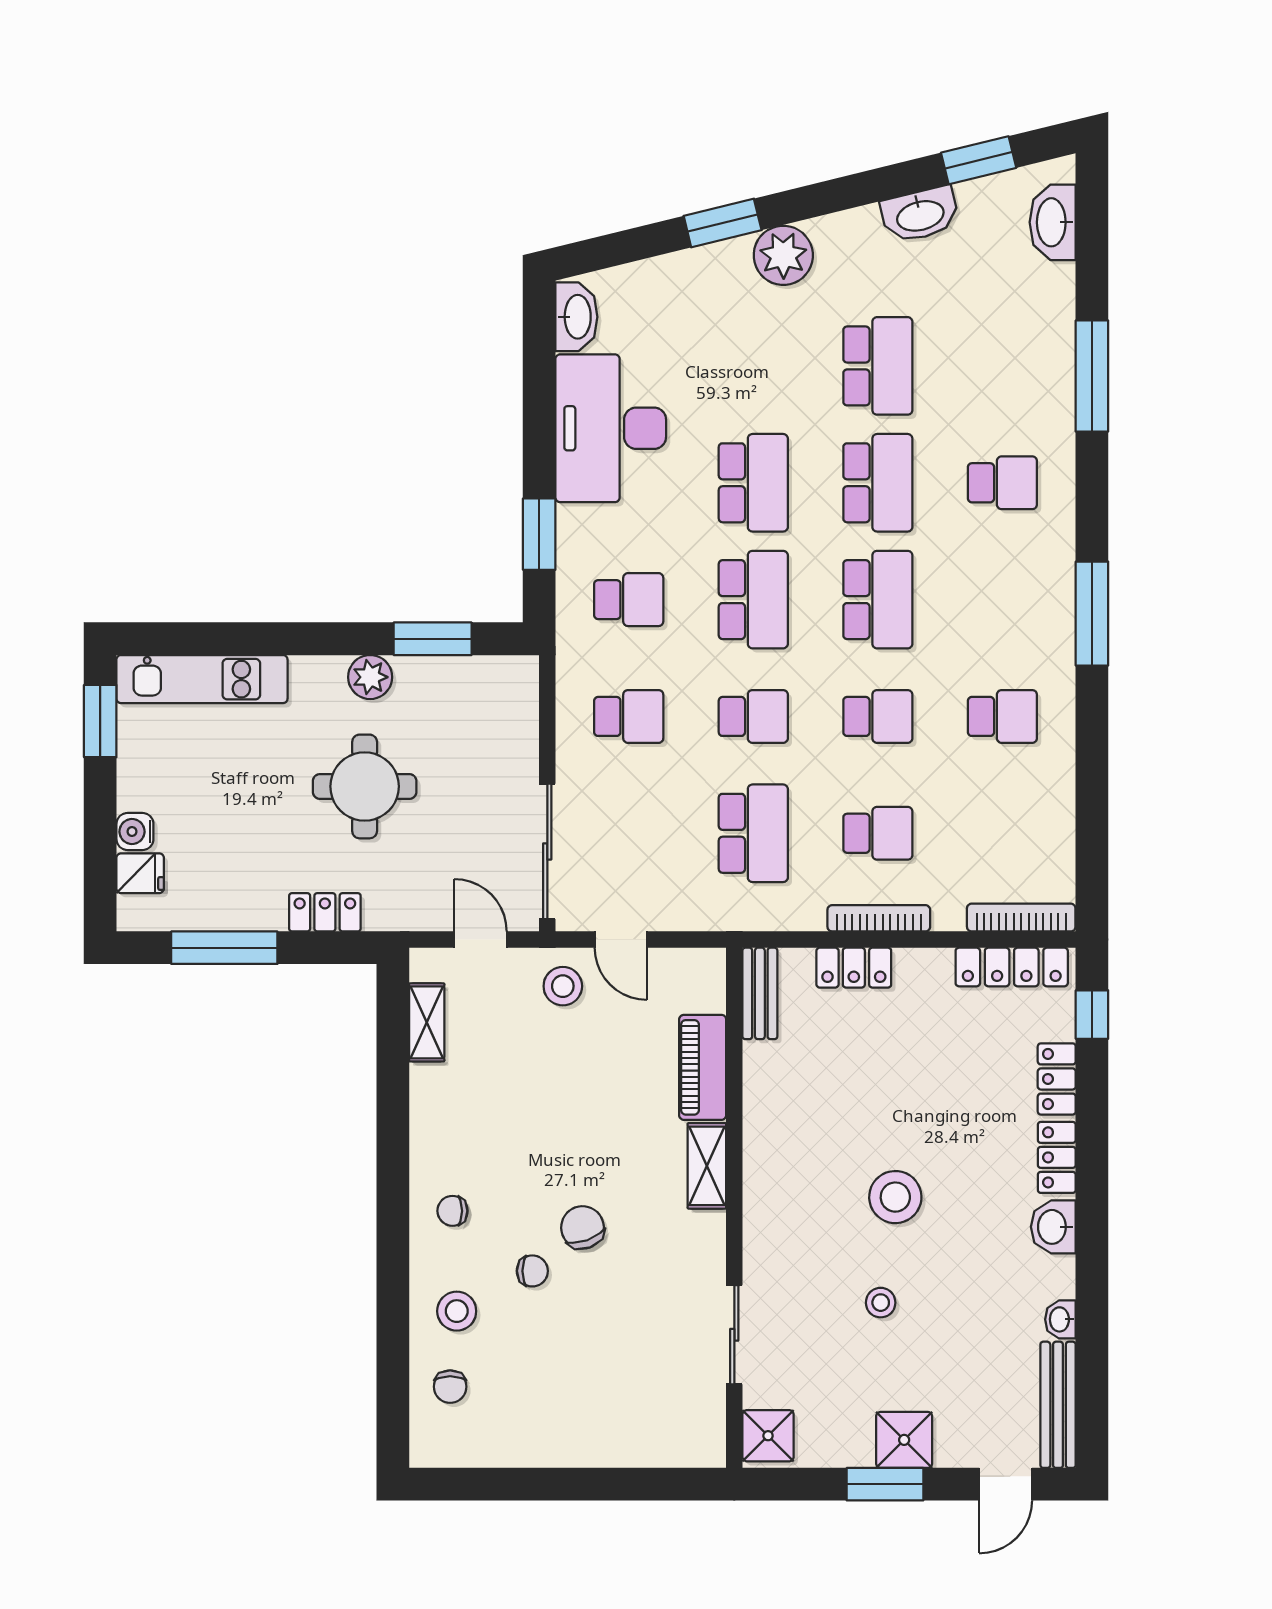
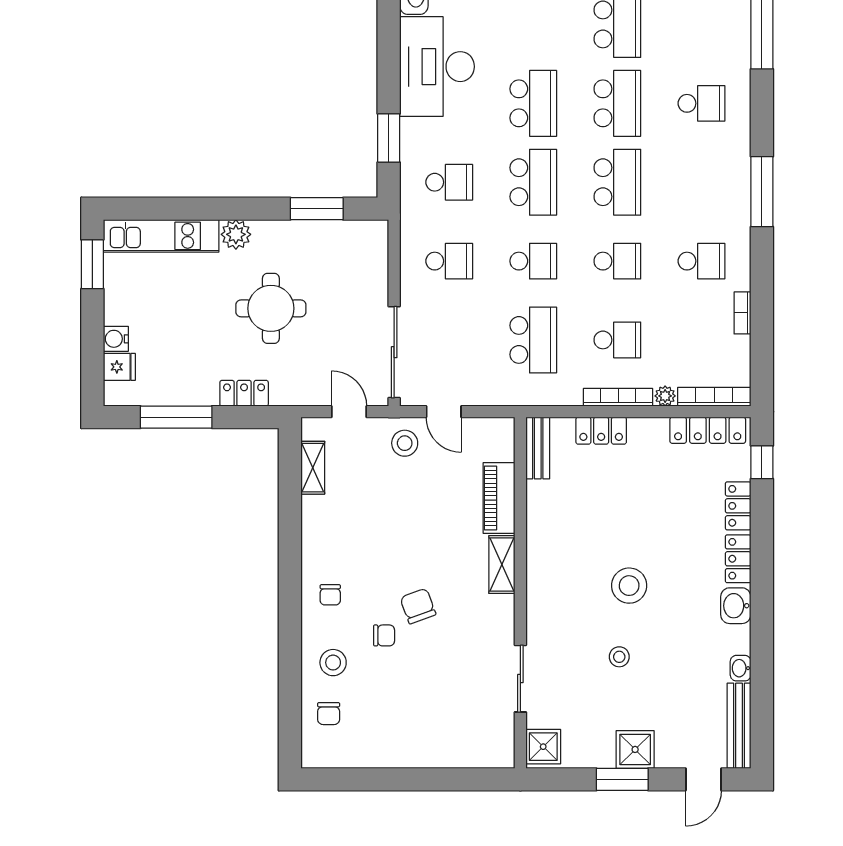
plant: (370, 677) -> (236, 234), moved
bookcase: (1063, 793) -> (743, 313), added
plant: (949, 916) -> (665, 396), added
chair: (452, 1211) -> (330, 595), turned -90

